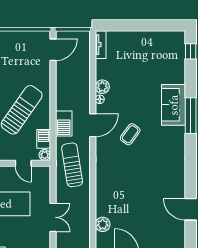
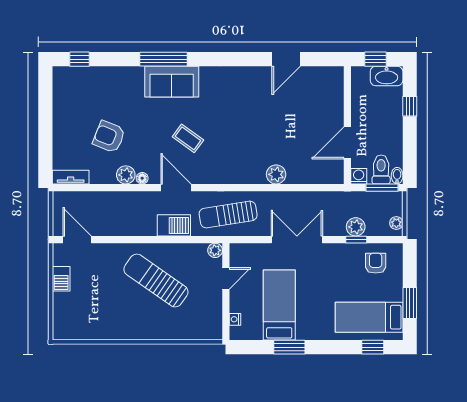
armchair: (131, 74) -> (109, 137), added
sofa: (174, 105) -> (172, 82), moved
barbecue: (44, 139) -> (61, 279), moved, turned -90
double door: (53, 217) -> (297, 240), width x1.37
plant: (103, 224) -> (276, 174), moved

